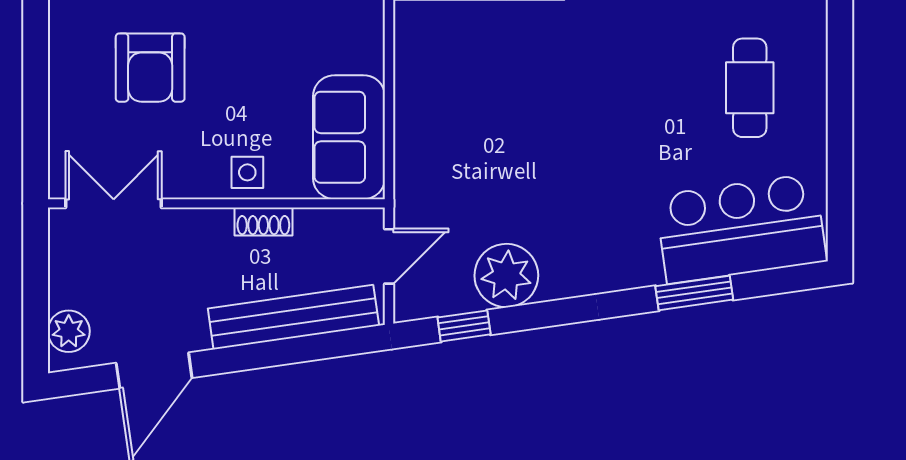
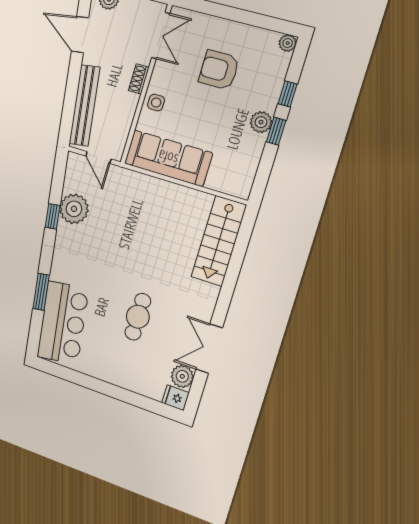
cafe table: (750, 88) -> (138, 317), moved, turned 90
sofa: (349, 137) -> (168, 158), width x1.36
shoe rack: (263, 221) -> (139, 79), moved
window: (464, 326) -> (53, 216), moved

